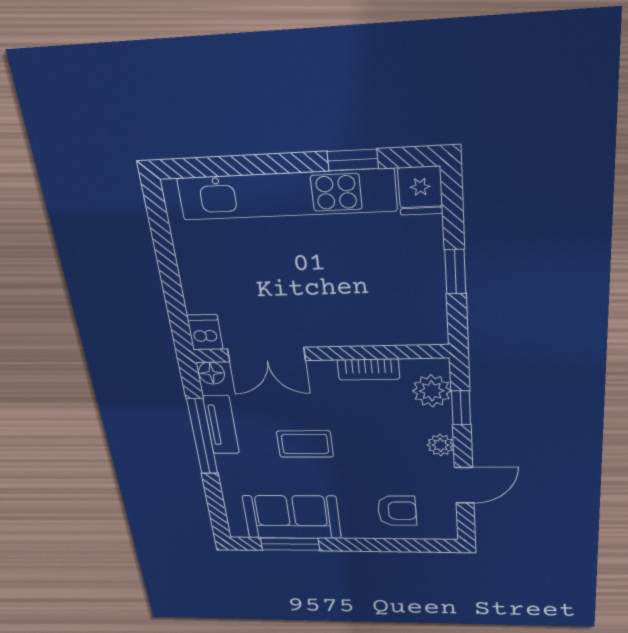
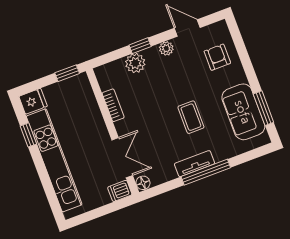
dishwasher: (205, 332) -> (120, 191), moved
wall: (319, 354) -> (112, 132), moved
double door: (266, 355) -> (122, 158), moved
bookcase: (368, 369) -> (113, 105), moved
floor lamp: (212, 373) -> (143, 183), moved

